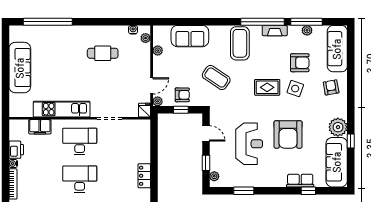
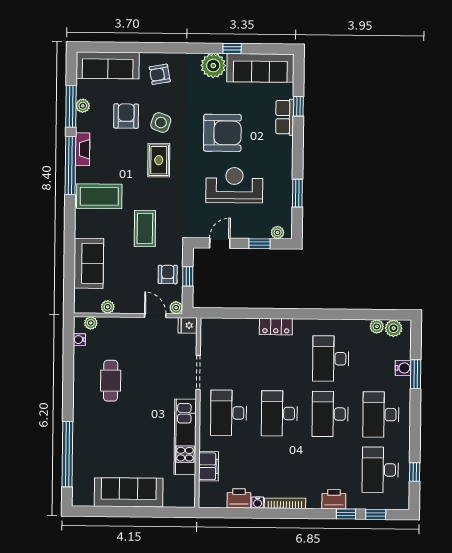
coffee table: (216, 78) -> (145, 229), turned -34

